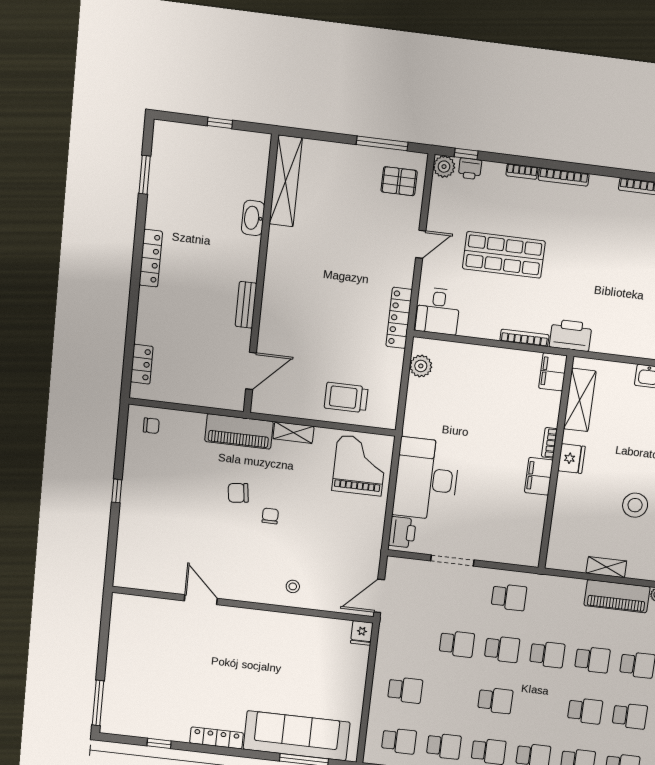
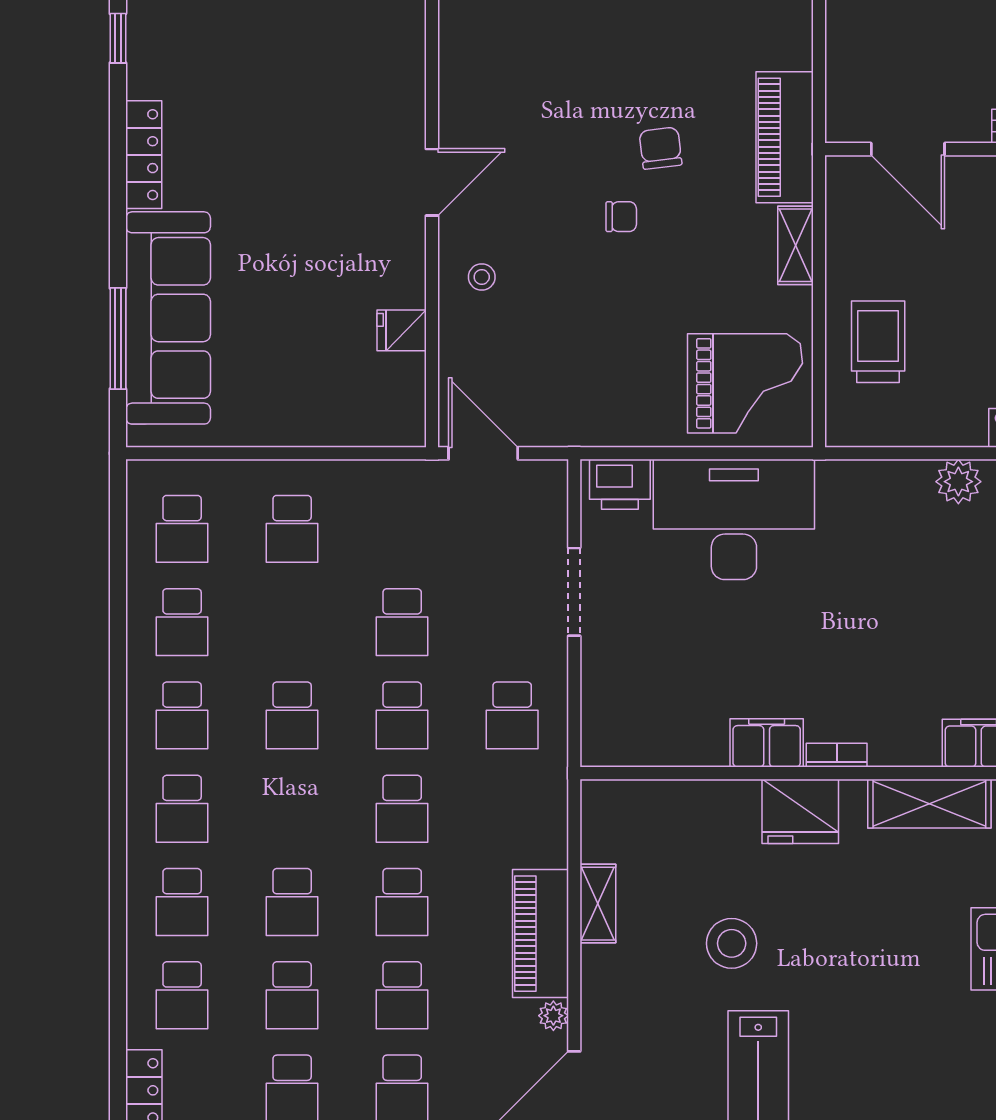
fridge: (571, 459) -> (800, 811), width x1.36, depth x1.34
door: (201, 600) -> (432, 182), moved
fridge: (362, 633) -> (402, 330), moved

